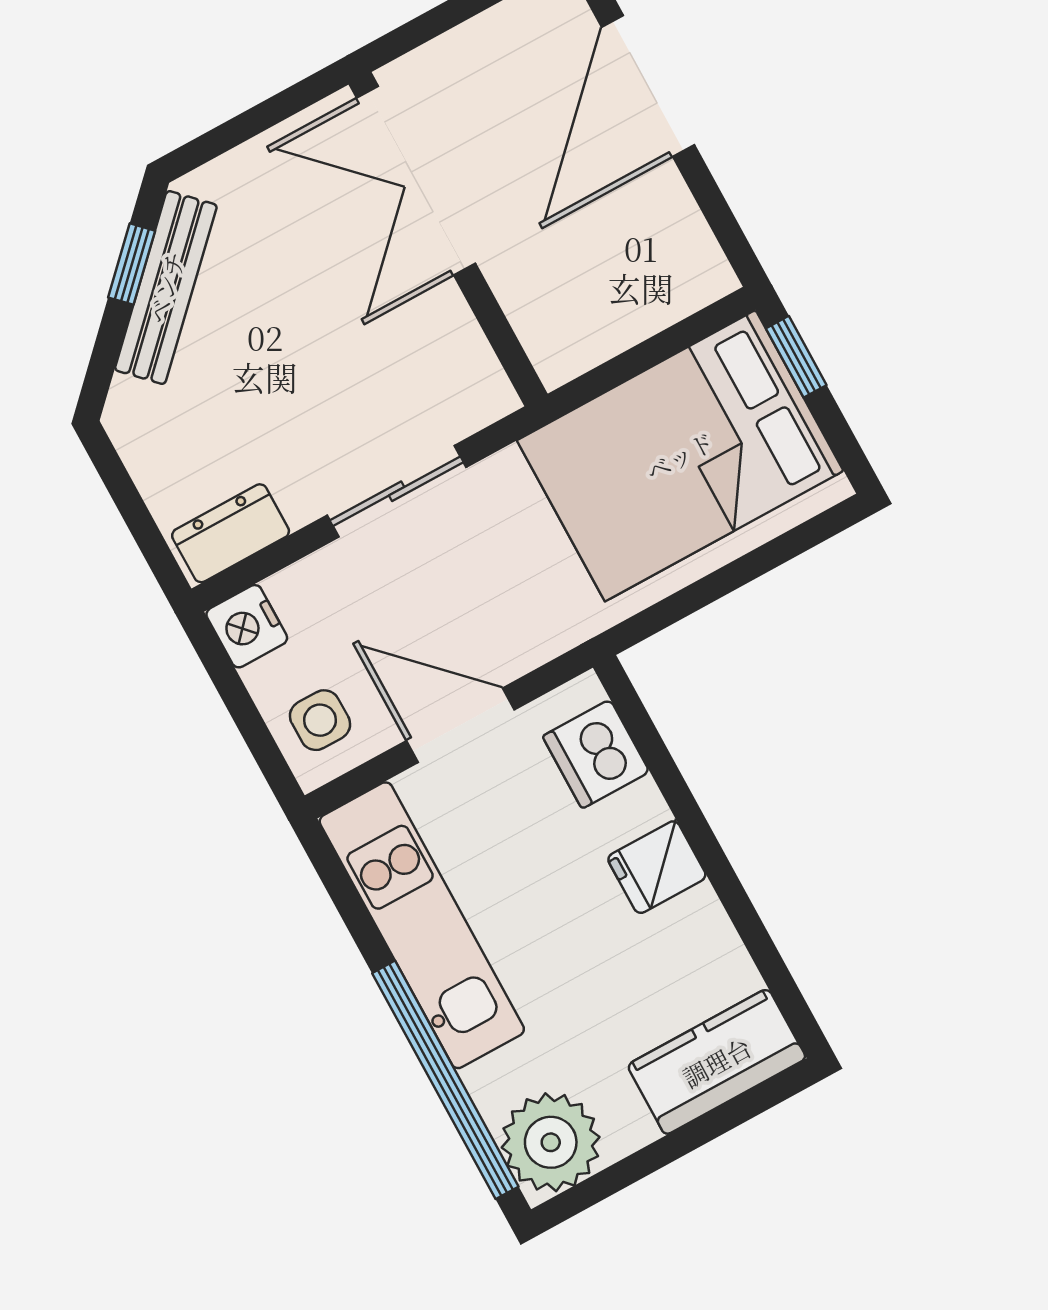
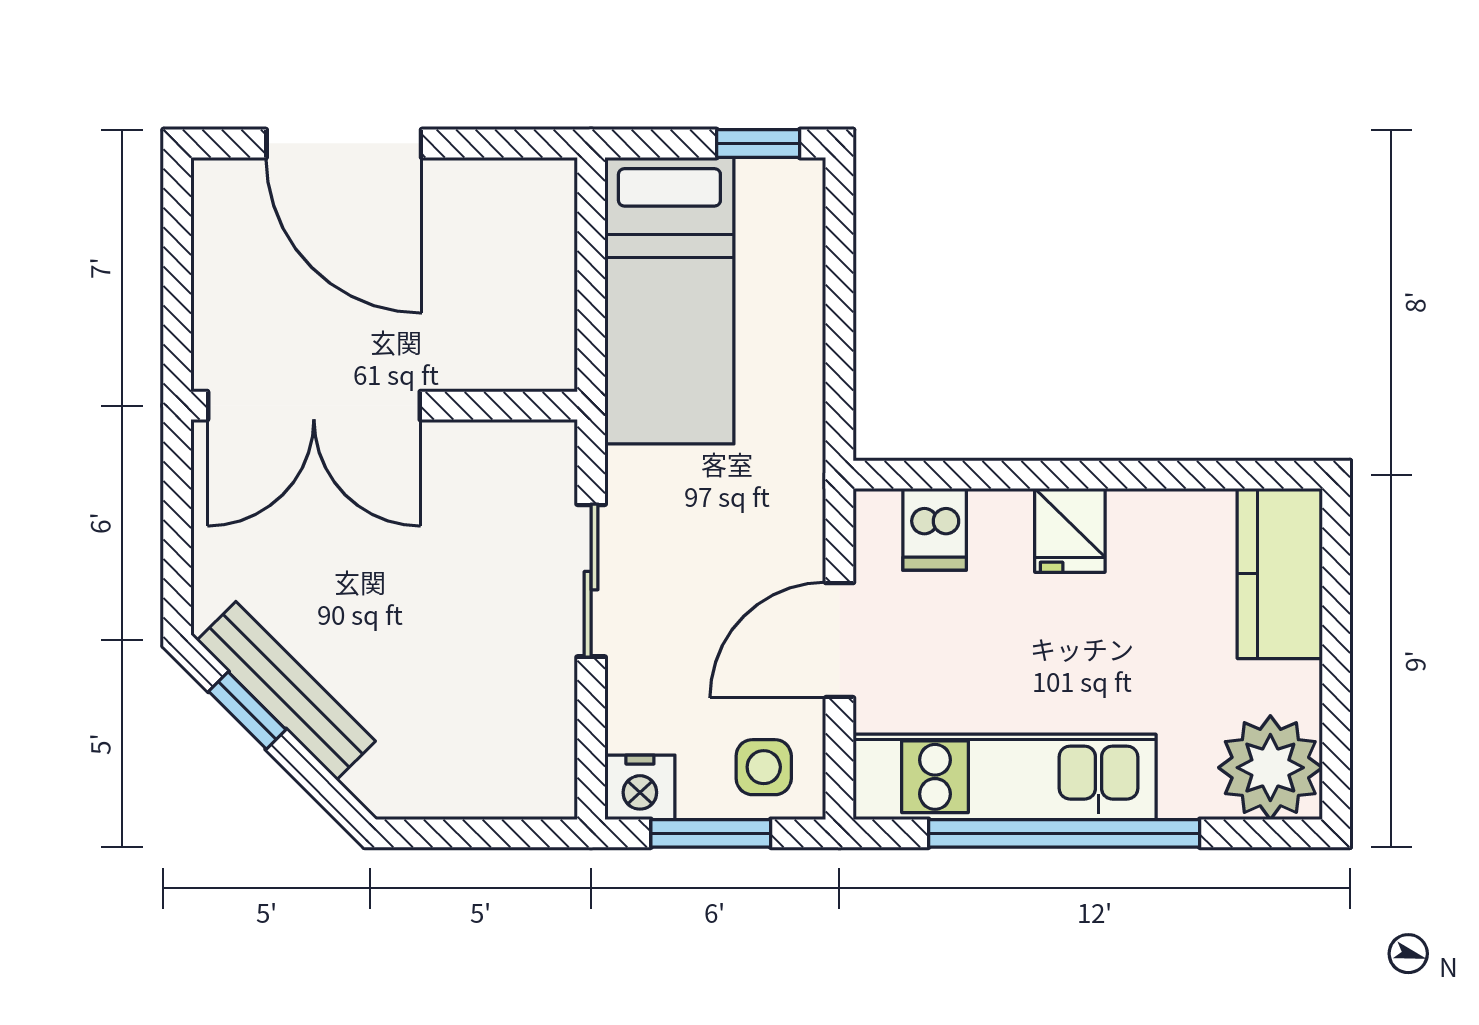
window: (796, 357) -> (758, 143), moved
bed: (680, 456) -> (669, 301), width x0.67
dresser: (231, 533) -> (546, 755), removed
window: (241, 706) -> (711, 833), added
dishwasher: (596, 754) -> (935, 529), width x0.73
window: (445, 1080) -> (1064, 833), moved

